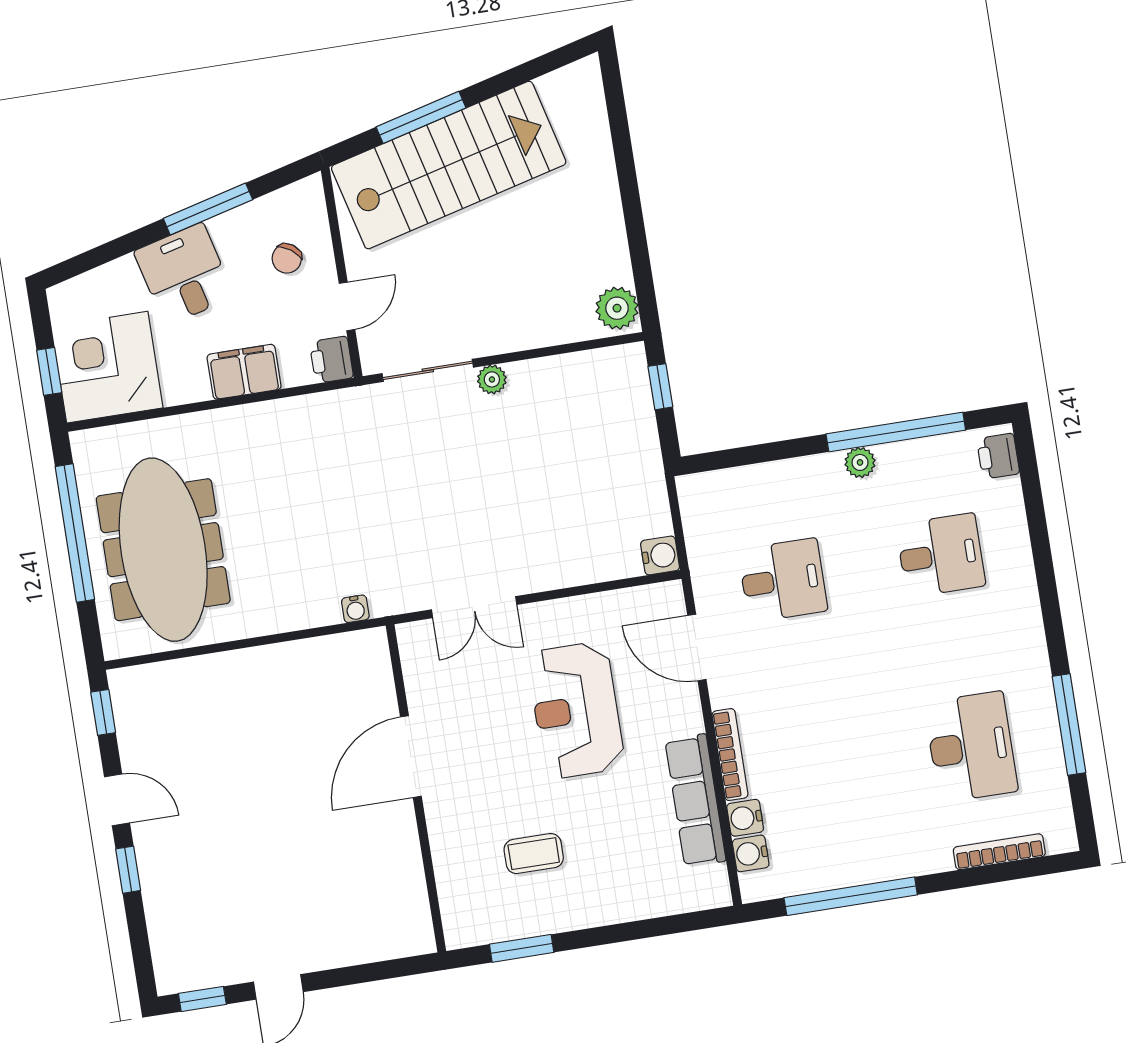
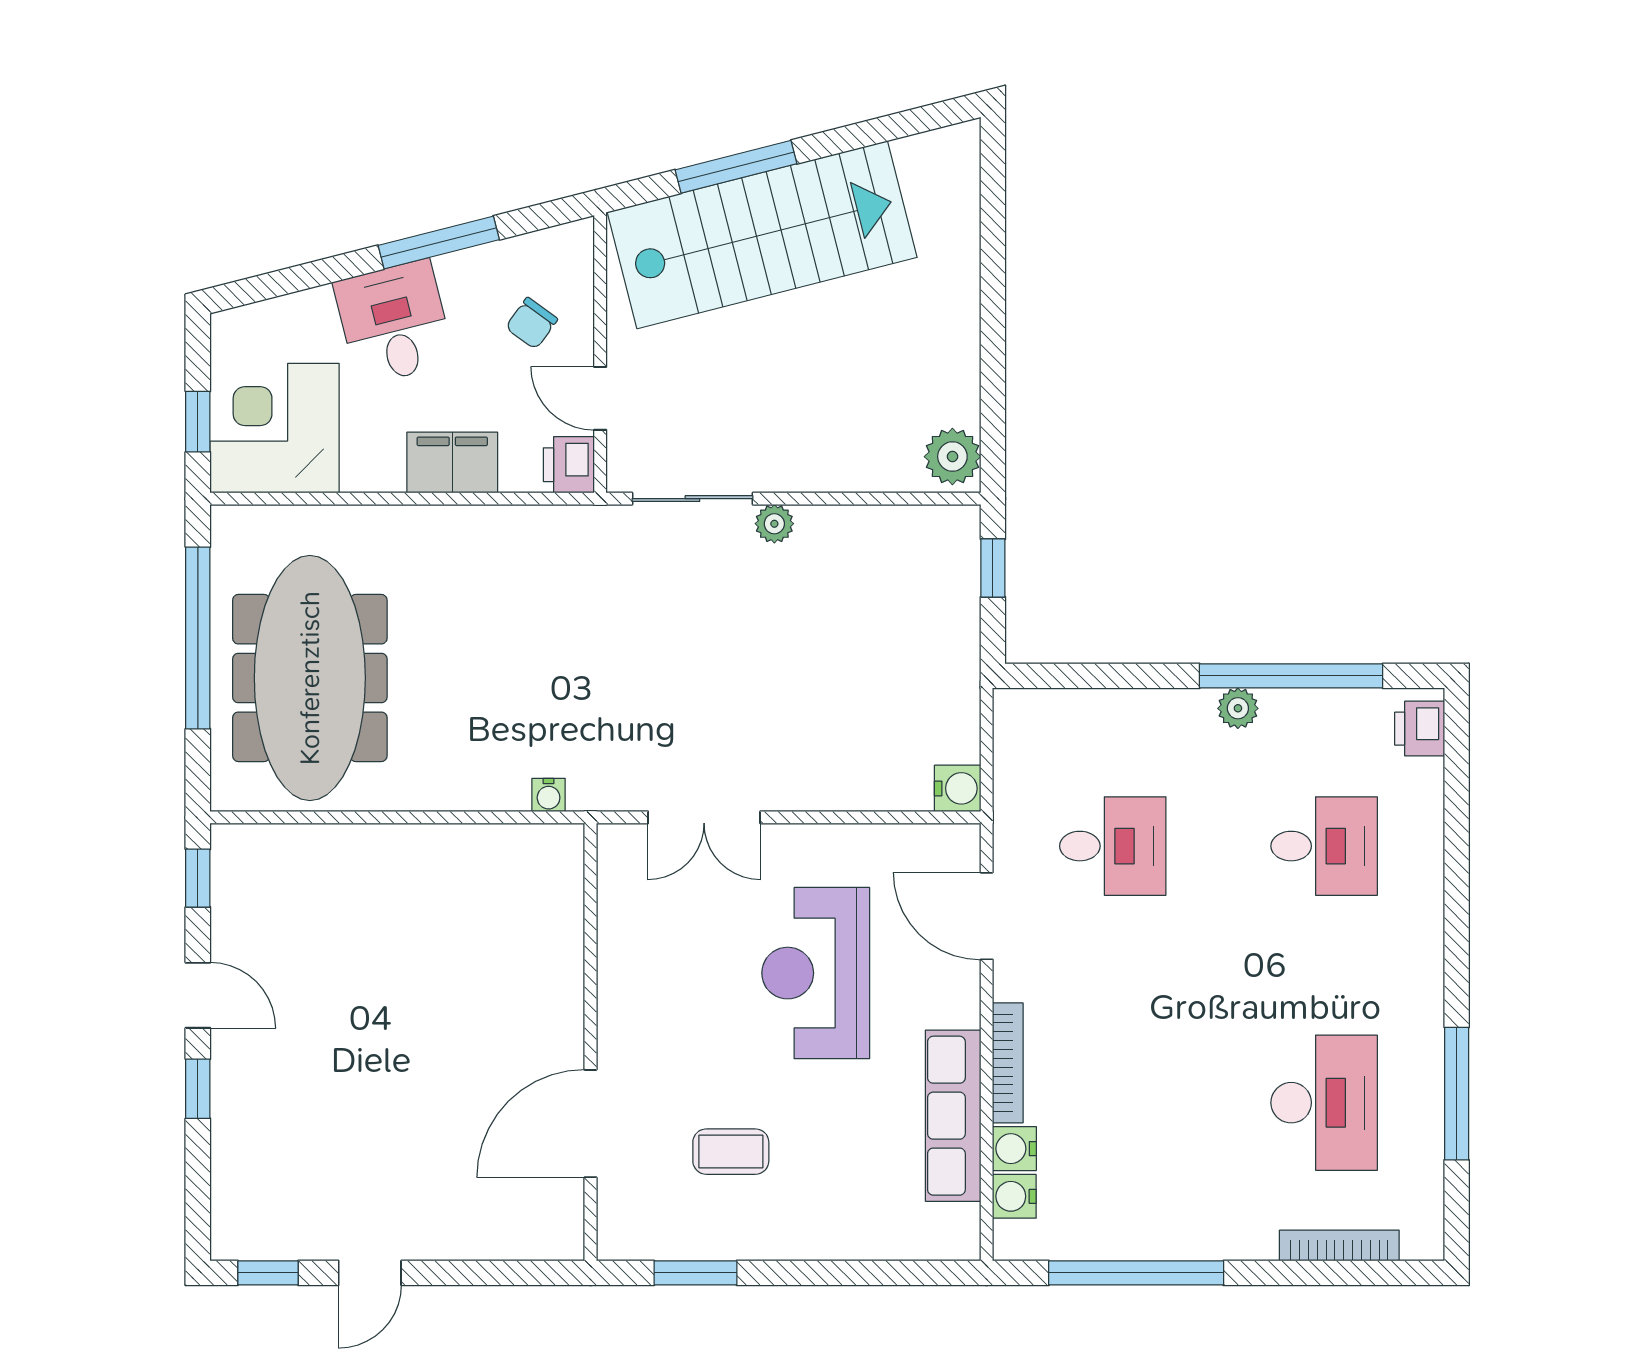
door: (347, 306) -> (600, 398), swing flipped
door: (411, 757) -> (591, 1124), moved

